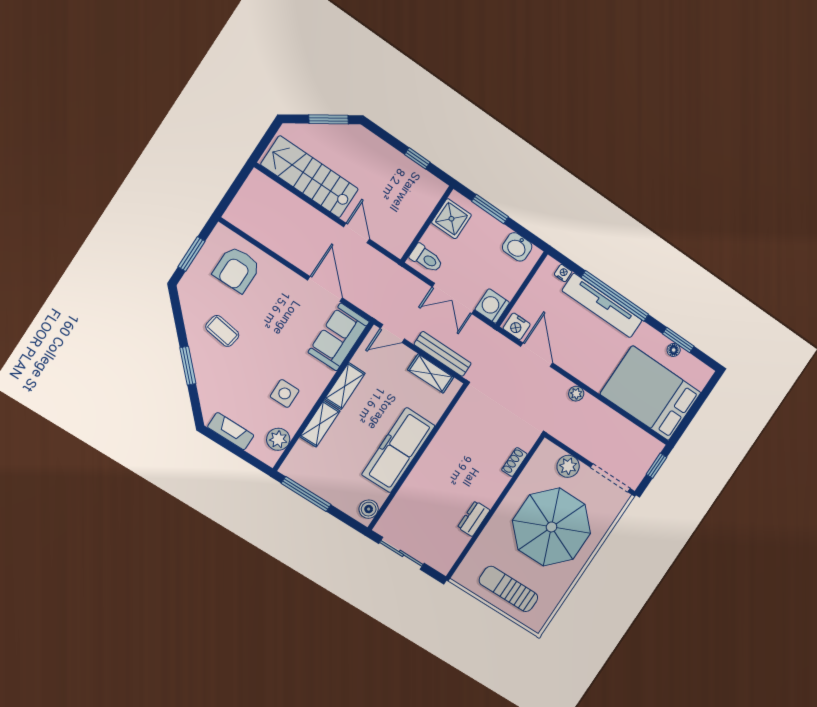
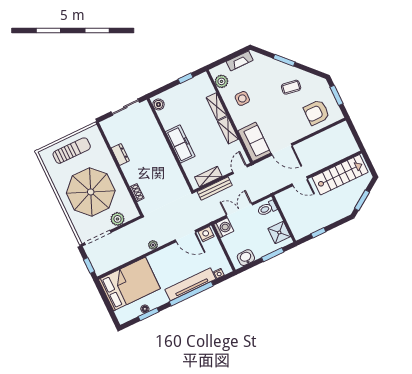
armchair: (237, 269) -> (317, 112), turned -90
freezer: (398, 450) -> (180, 144), width x0.73, depth x0.79
window: (306, 494) -> (186, 78), width x0.46

